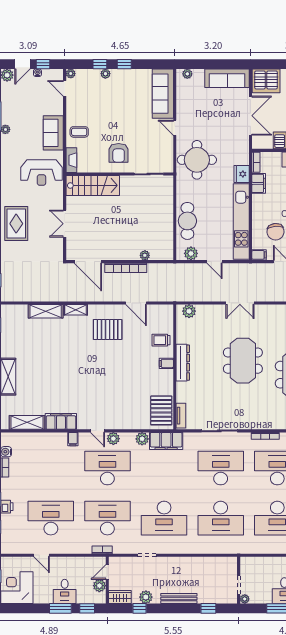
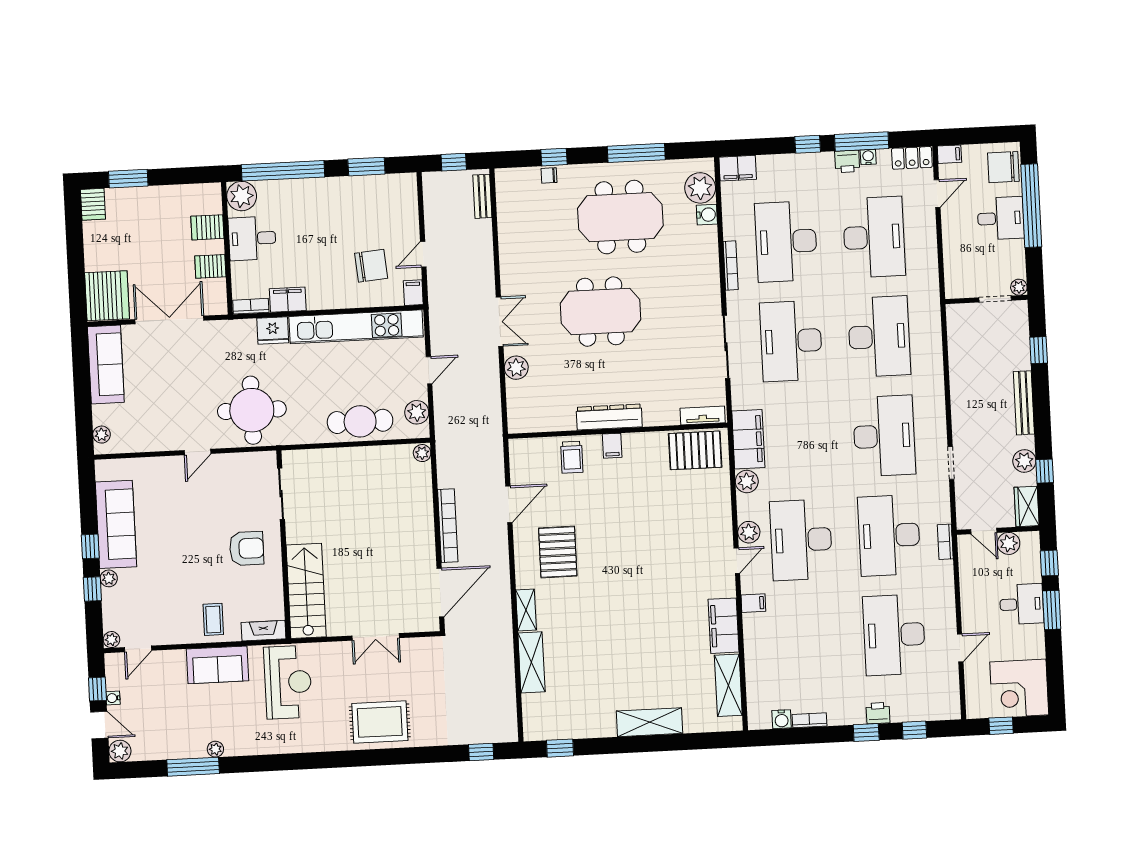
sofa: (163, 94) -> (116, 524), moved, turned -90
plant: (145, 255) -> (422, 453), moved
plant: (189, 311) -> (516, 368), moved

